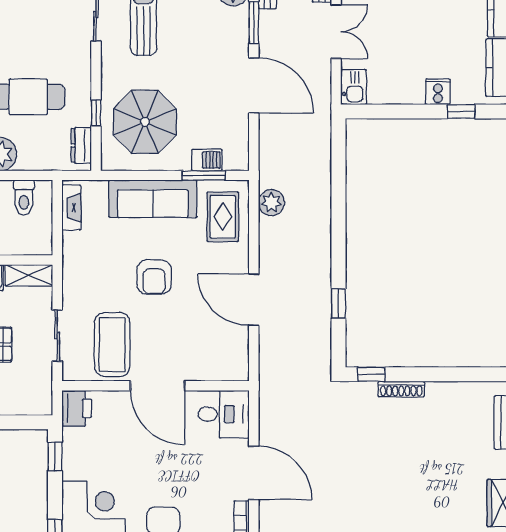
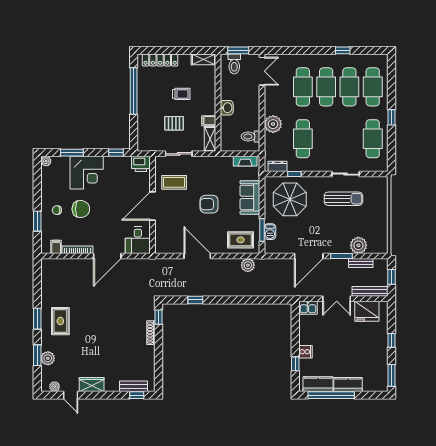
sofa: (153, 199) -> (250, 197), width x0.73
door: (254, 300) -> (197, 256), hinge flipped
coffee table: (112, 345) -> (174, 182), width x0.73, depth x0.76

